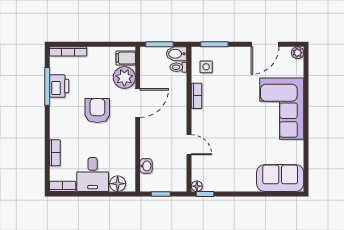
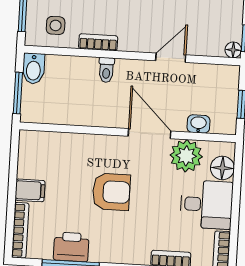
filing cabinet: (126, 58) -> (30, 190), moved, turned -90
toilet: (178, 67) -> (106, 70), moved
plant: (124, 77) -> (186, 156), moved
door: (138, 103) -> (149, 134), moved
armchair: (97, 111) -> (111, 192), turned 180

